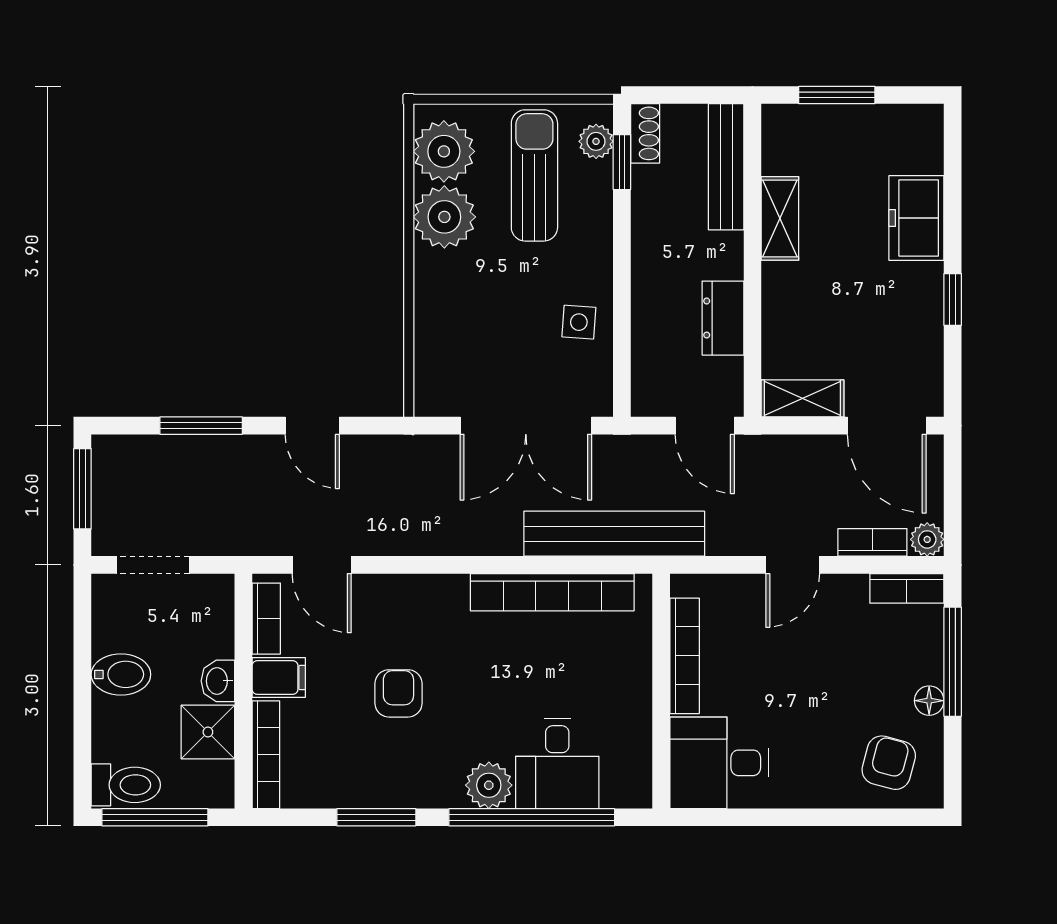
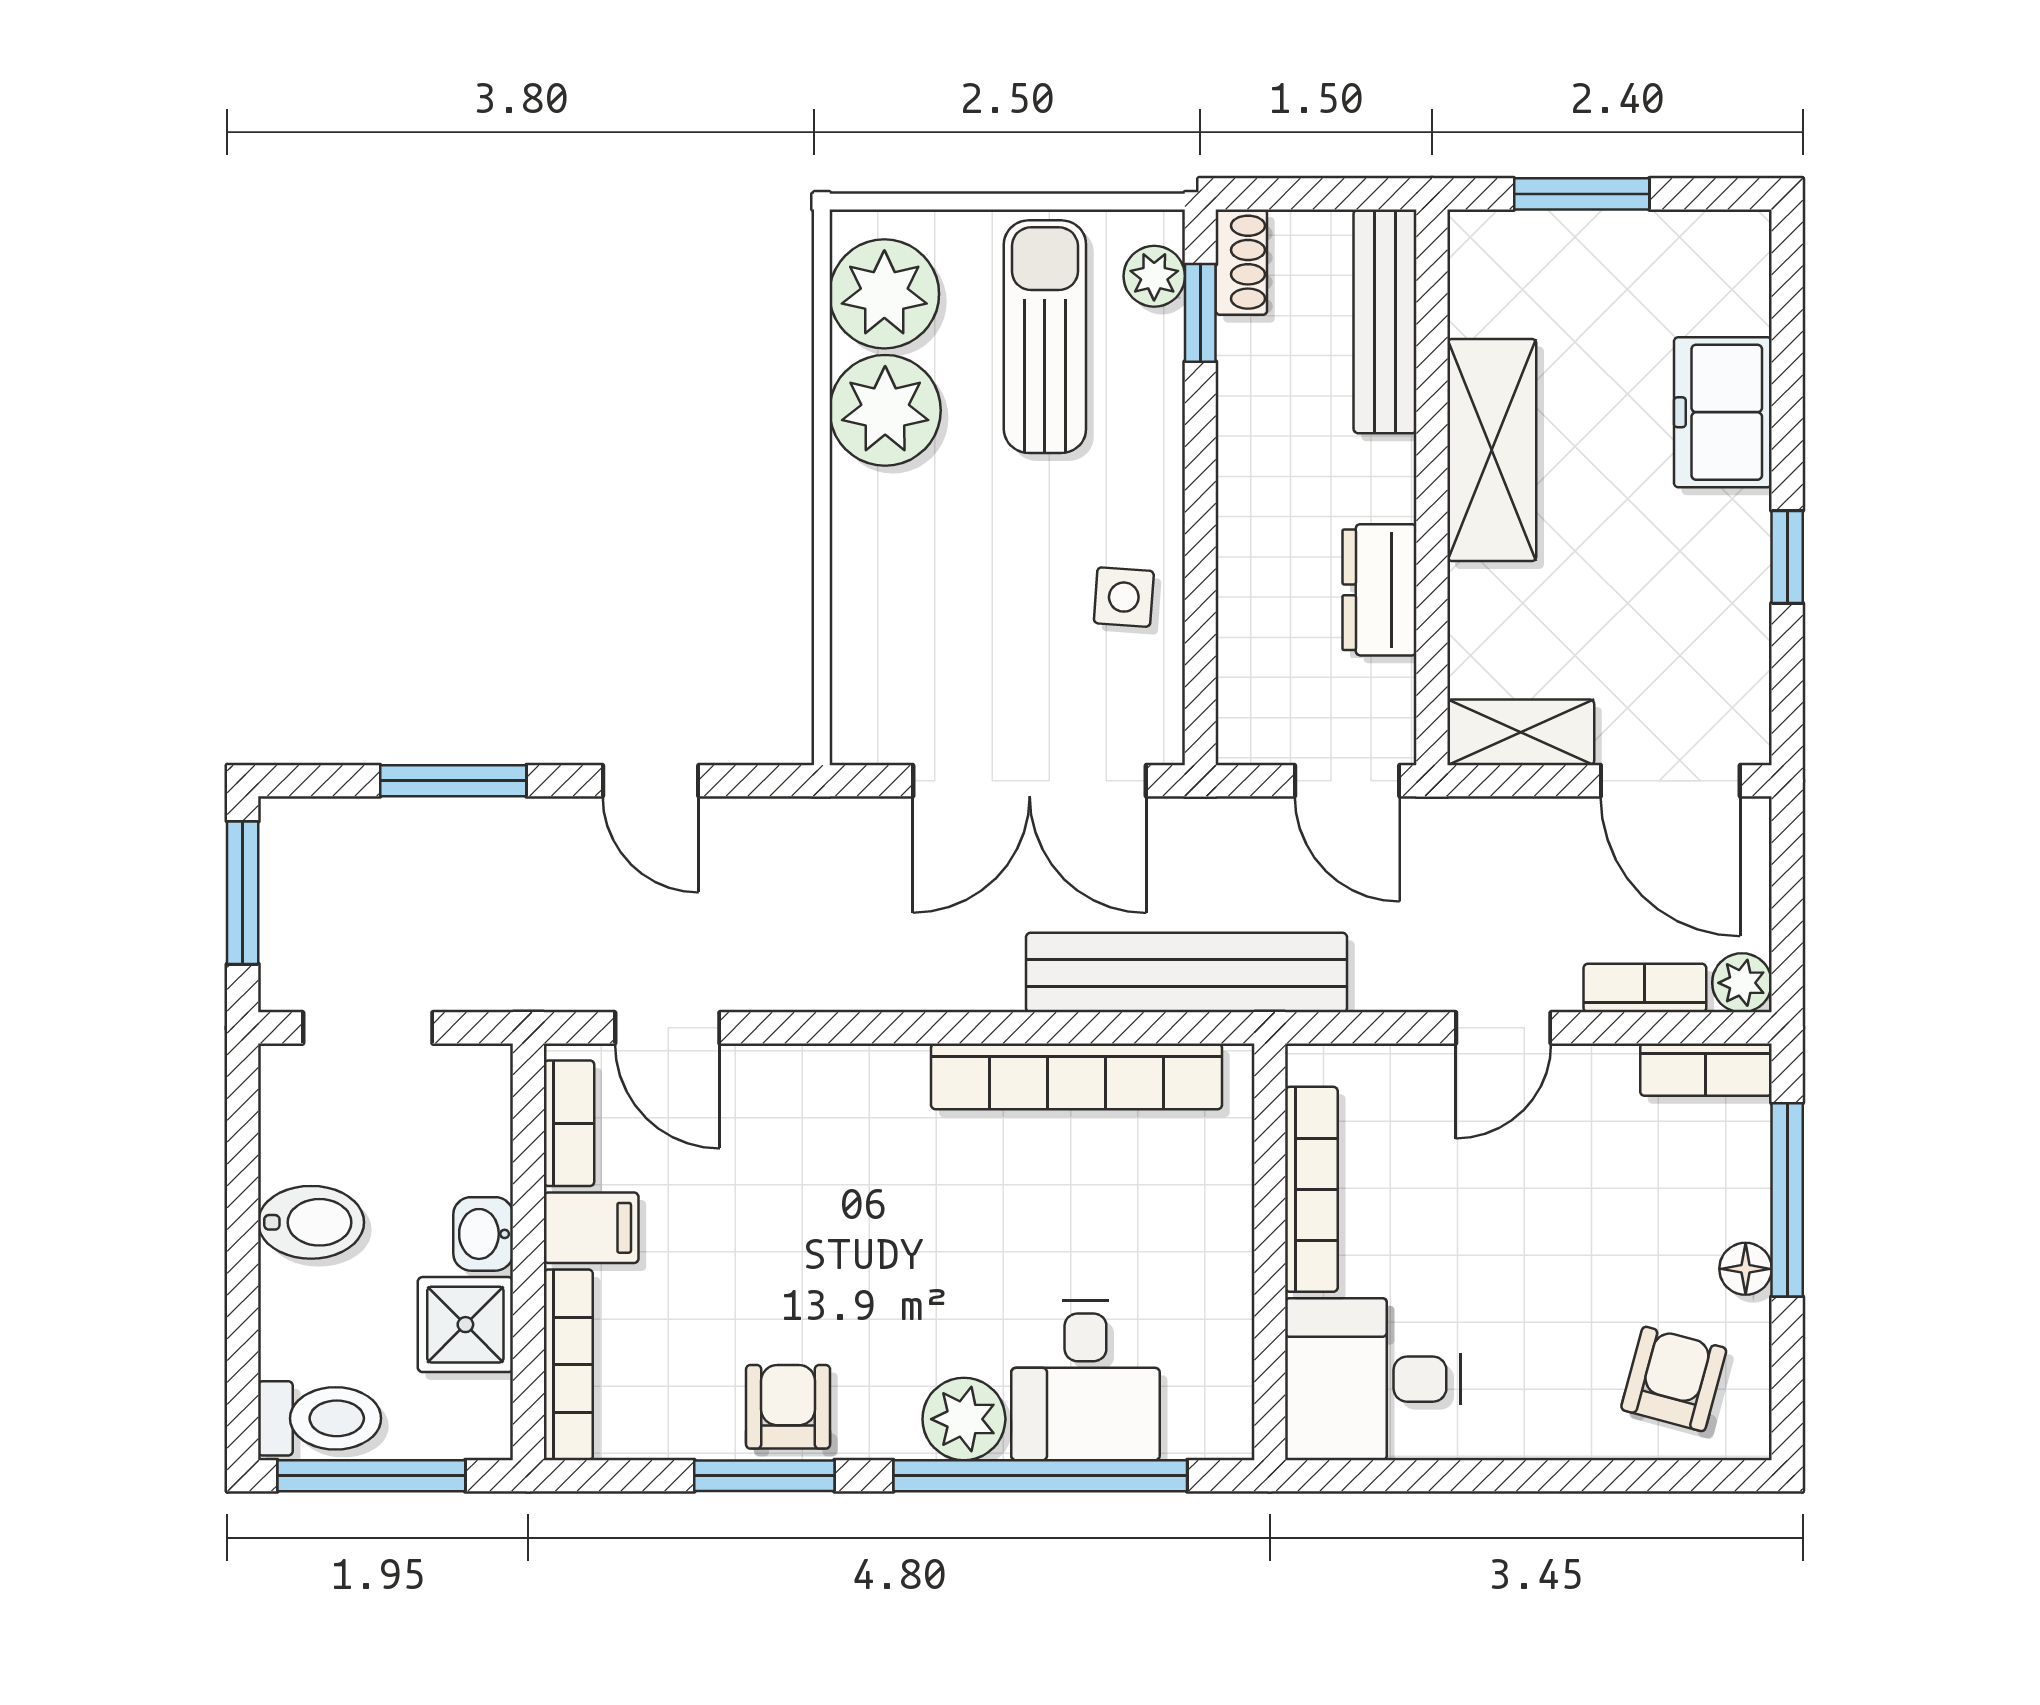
shelving: (780, 218) -> (1492, 450), width x1.50, depth x1.33
armchair: (398, 693) -> (788, 1407), moved

